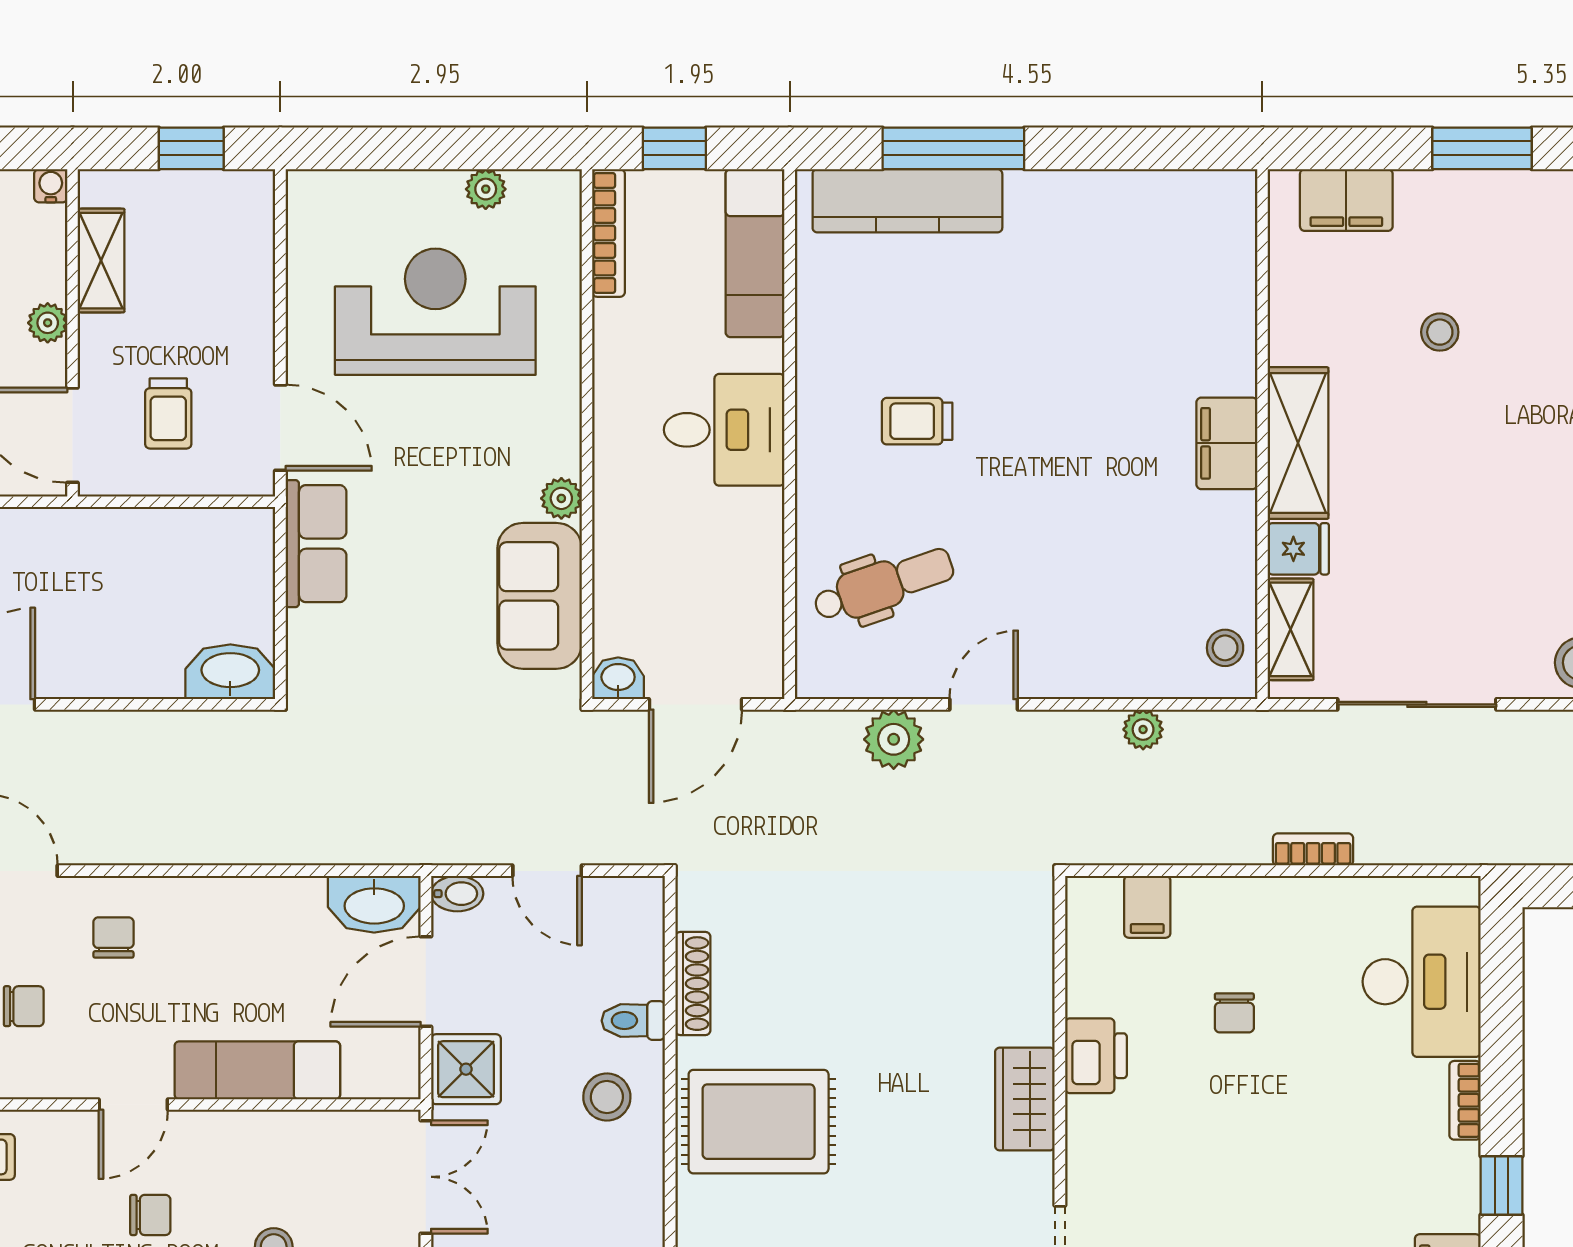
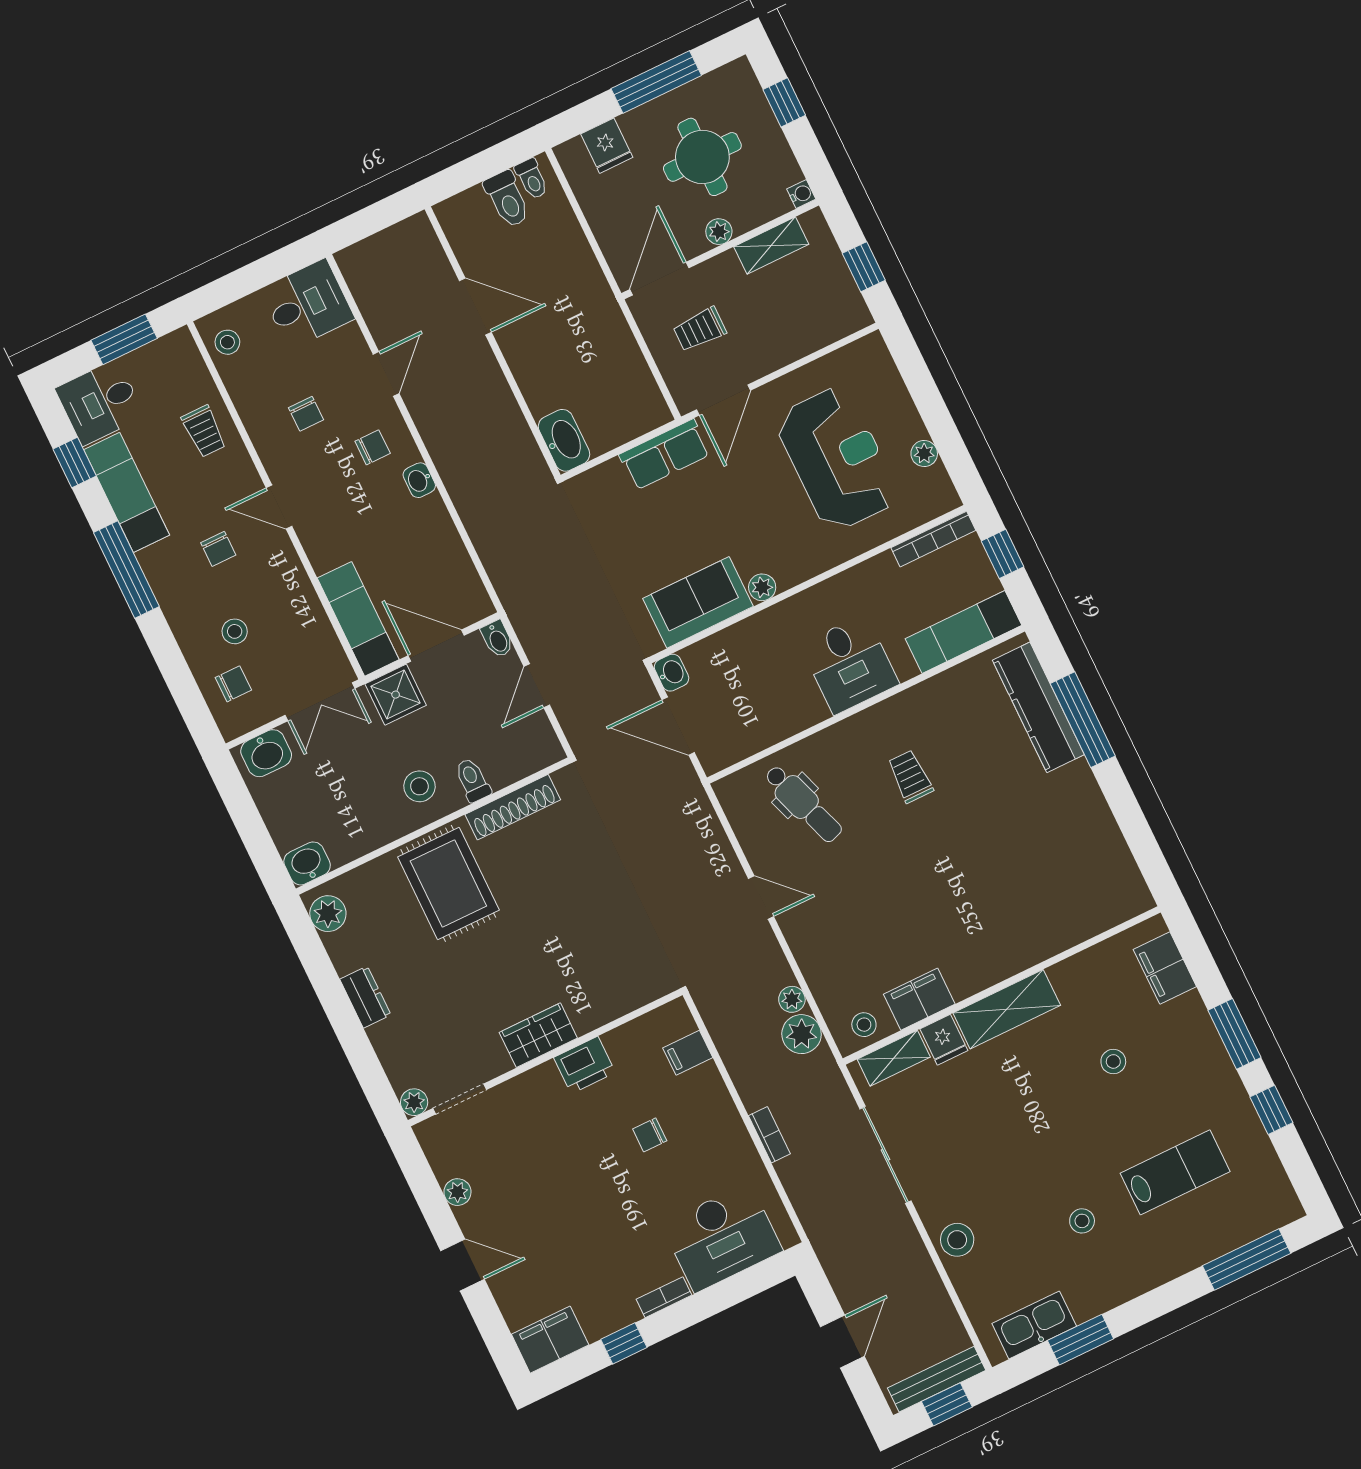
filing cabinet: (1227, 443) -> (919, 999), moved
plant: (894, 739) -> (802, 1034), moved
washbasin: (374, 904) -> (419, 480), moved, width x0.52, depth x0.69
shoe rack: (693, 984) -> (513, 807), width x1.36, depth x1.24
exam couch: (257, 1070) -> (358, 619), moved

